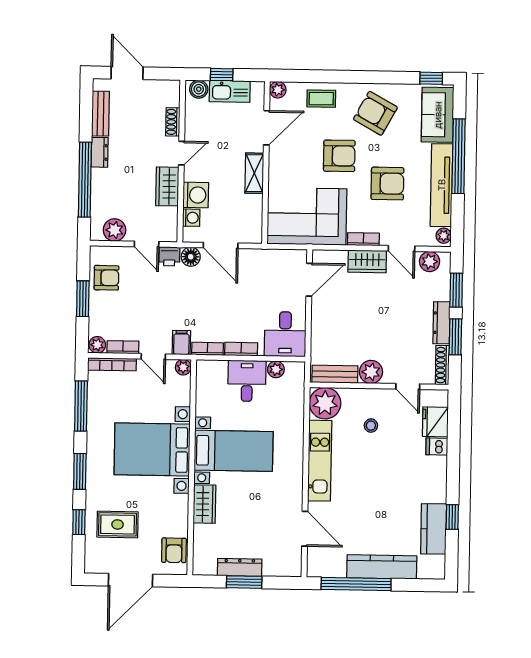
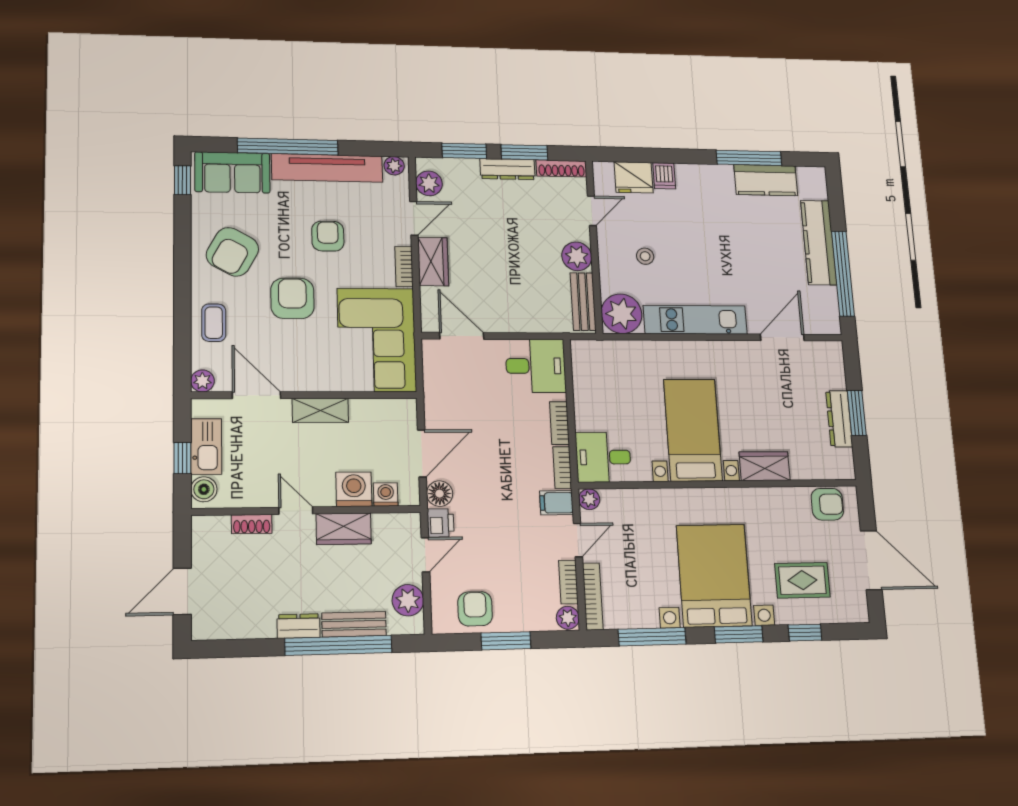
bench: (101, 114) -> (354, 624), moved
armchair: (387, 184) -> (328, 236), width x0.72, depth x0.72
plant: (276, 369) -> (583, 377), removed
desk: (247, 381) -> (603, 457), moved
bed with nightstands: (152, 449) -> (714, 576), moved, turned 180
window: (452, 517) -> (749, 158), width x2.17
rug: (118, 524) -> (802, 580), turned 90

